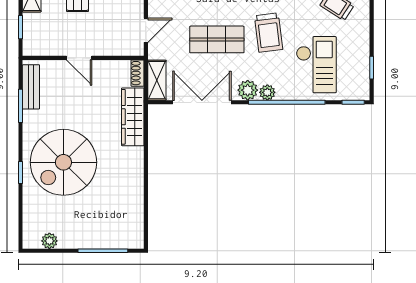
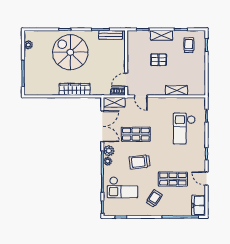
shop shelf: (217, 39) -> (136, 134), turned 90
door: (79, 58) -> (126, 80), moved
wardrobe: (133, 117) -> (75, 89), moved

